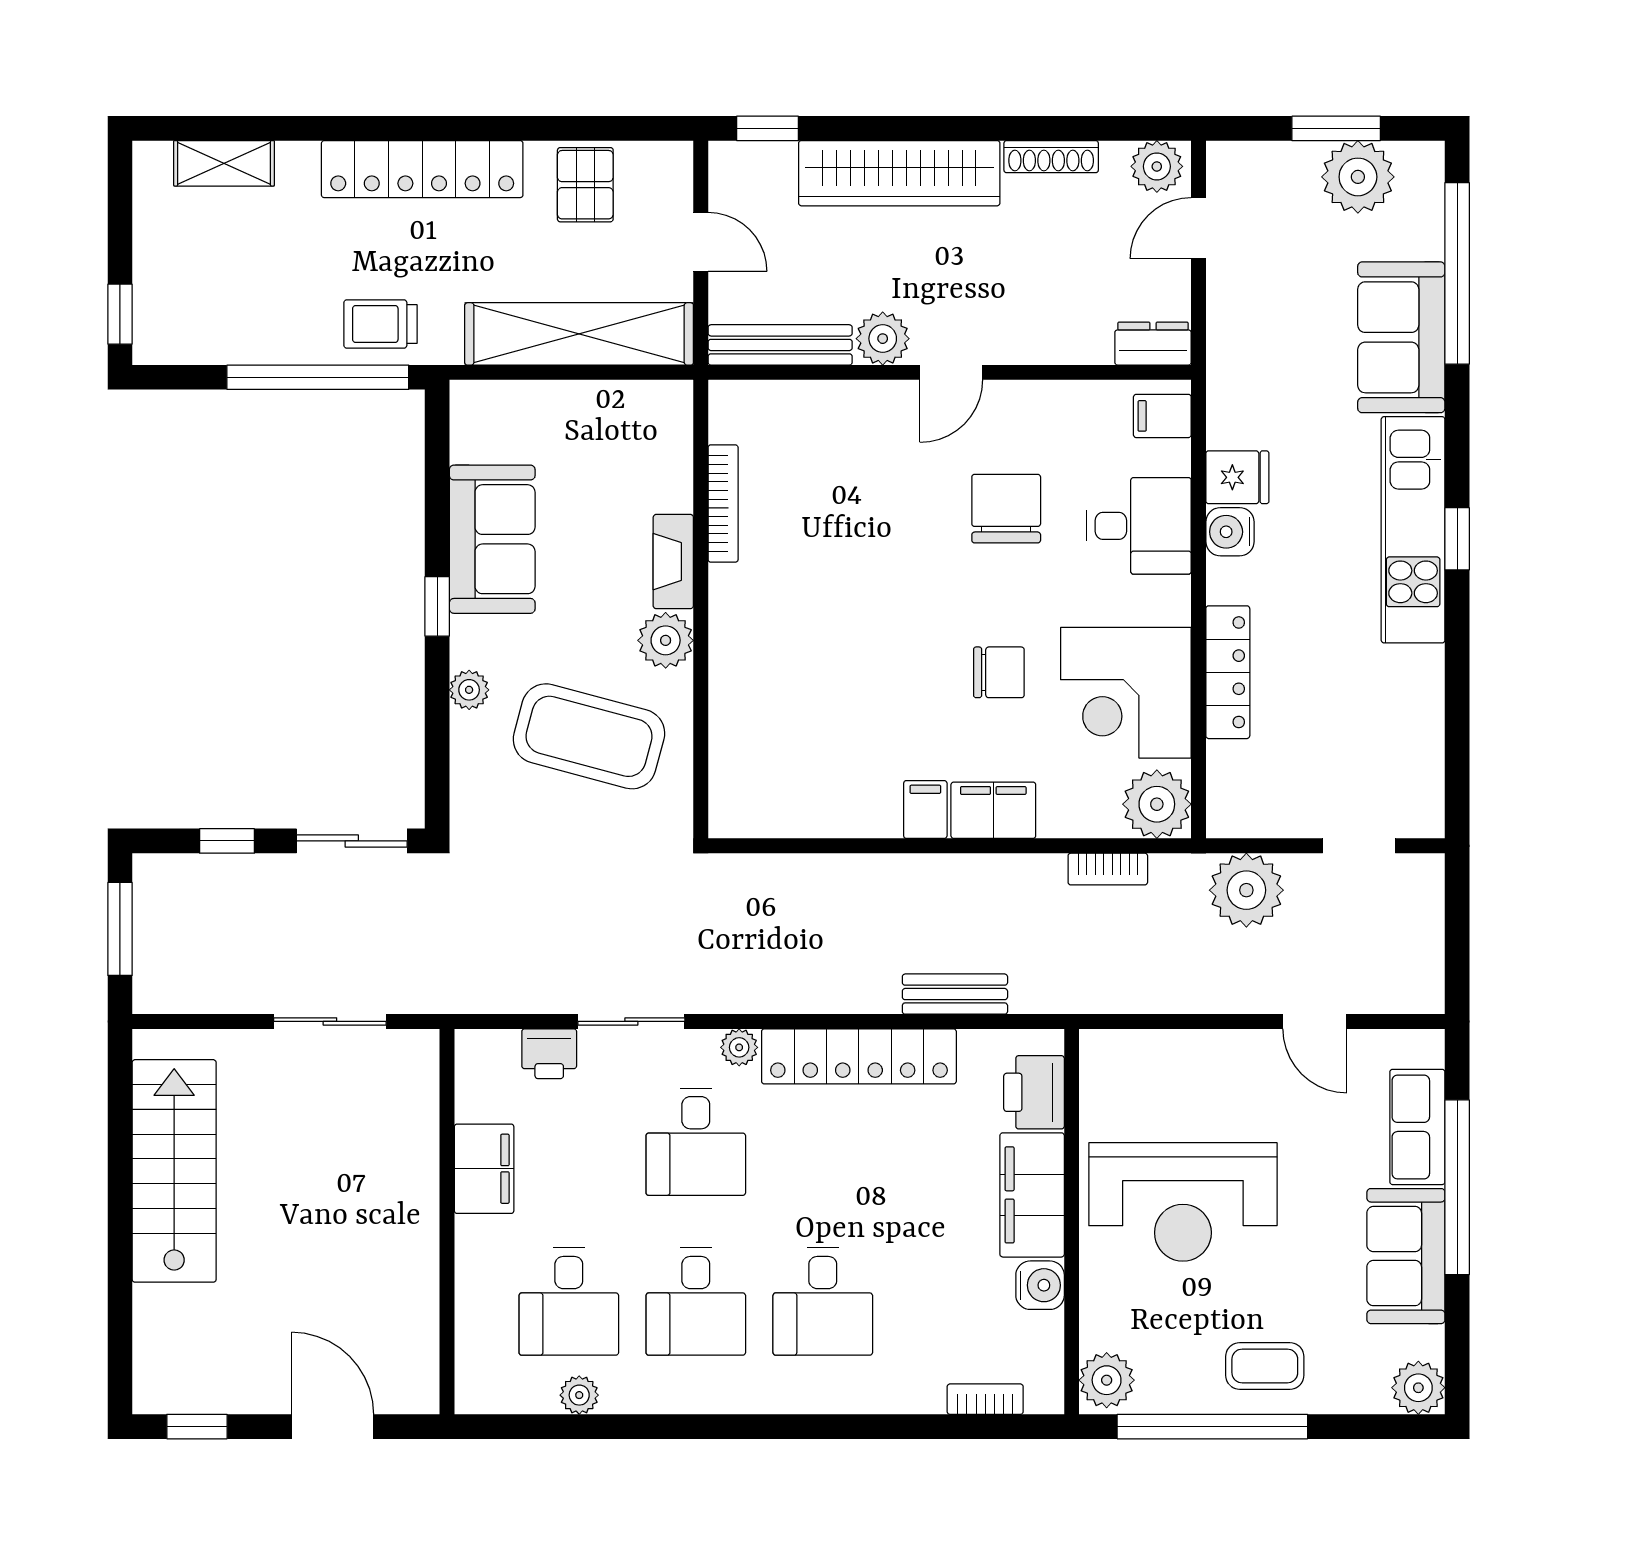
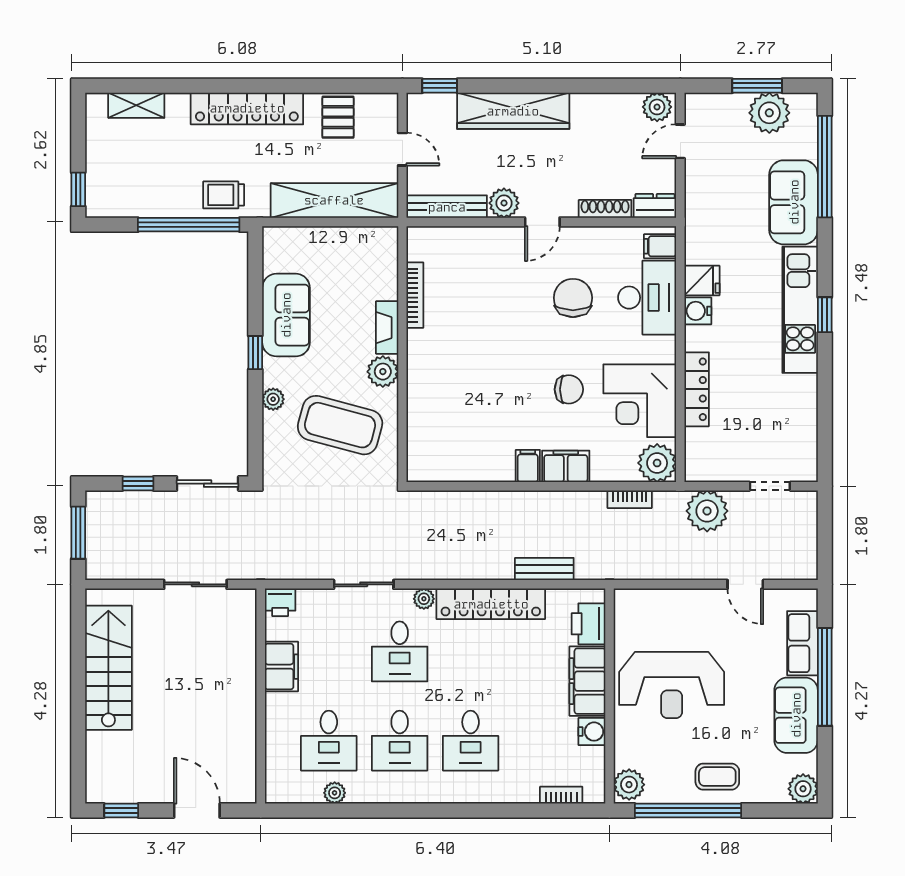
shoe rack: (1051, 157) -> (605, 209), moved, turned 180
desk: (1139, 526) -> (647, 298), width x1.37
printer: (549, 1054) -> (280, 602), moved

